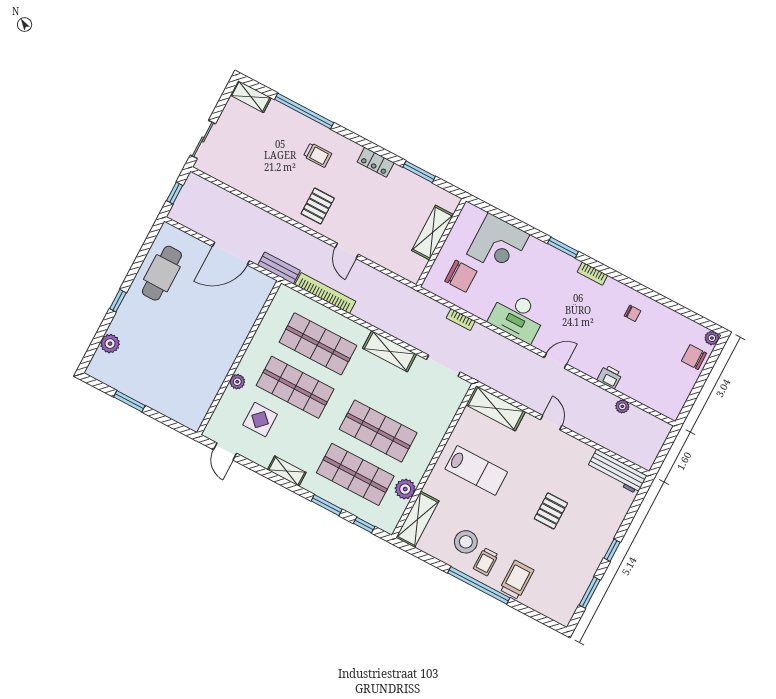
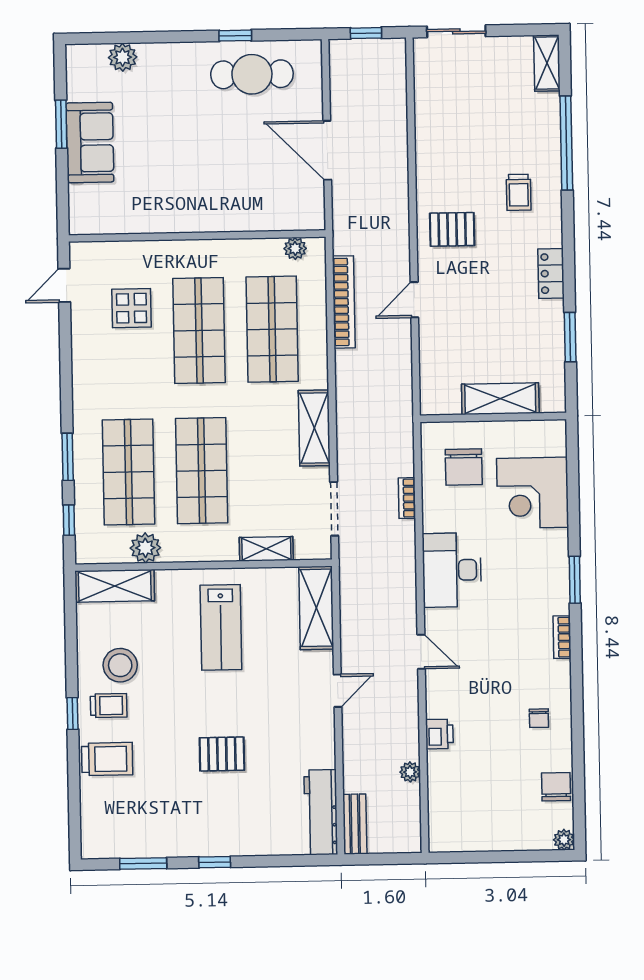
bench: (279, 268) -> (355, 824), moved
window: (118, 301) -> (235, 36), moved
chair: (694, 357) -> (556, 787), moved
plant: (237, 382) -> (295, 248), moved
sofa: (149, 390) -> (90, 142), added
shelving: (287, 471) -> (266, 549), moved, turned 90
trolley: (486, 562) -> (109, 706), turned 180
window: (479, 585) -> (73, 713), width x0.32

